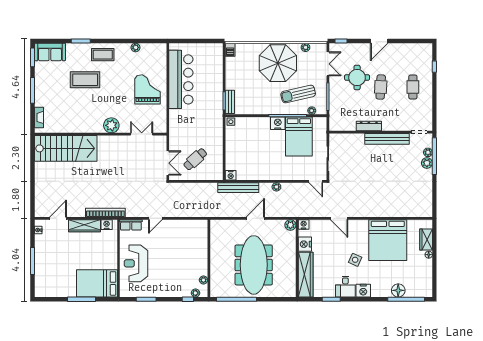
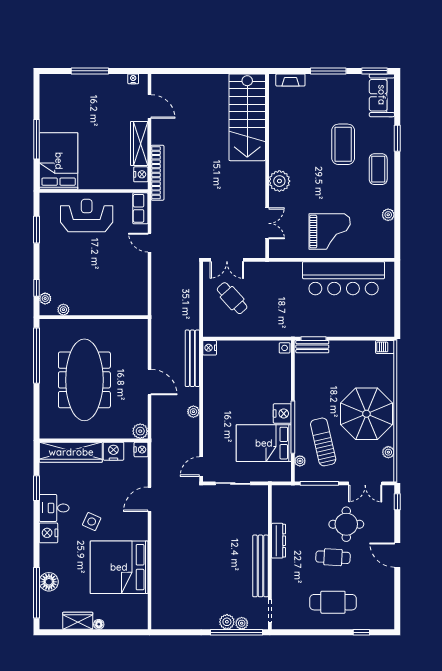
cafe table: (413, 87) -> (333, 602), width x1.37, depth x1.35
wardrobe: (426, 240) -> (78, 621), moved
meeting table: (254, 265) -> (84, 380), turned 90

